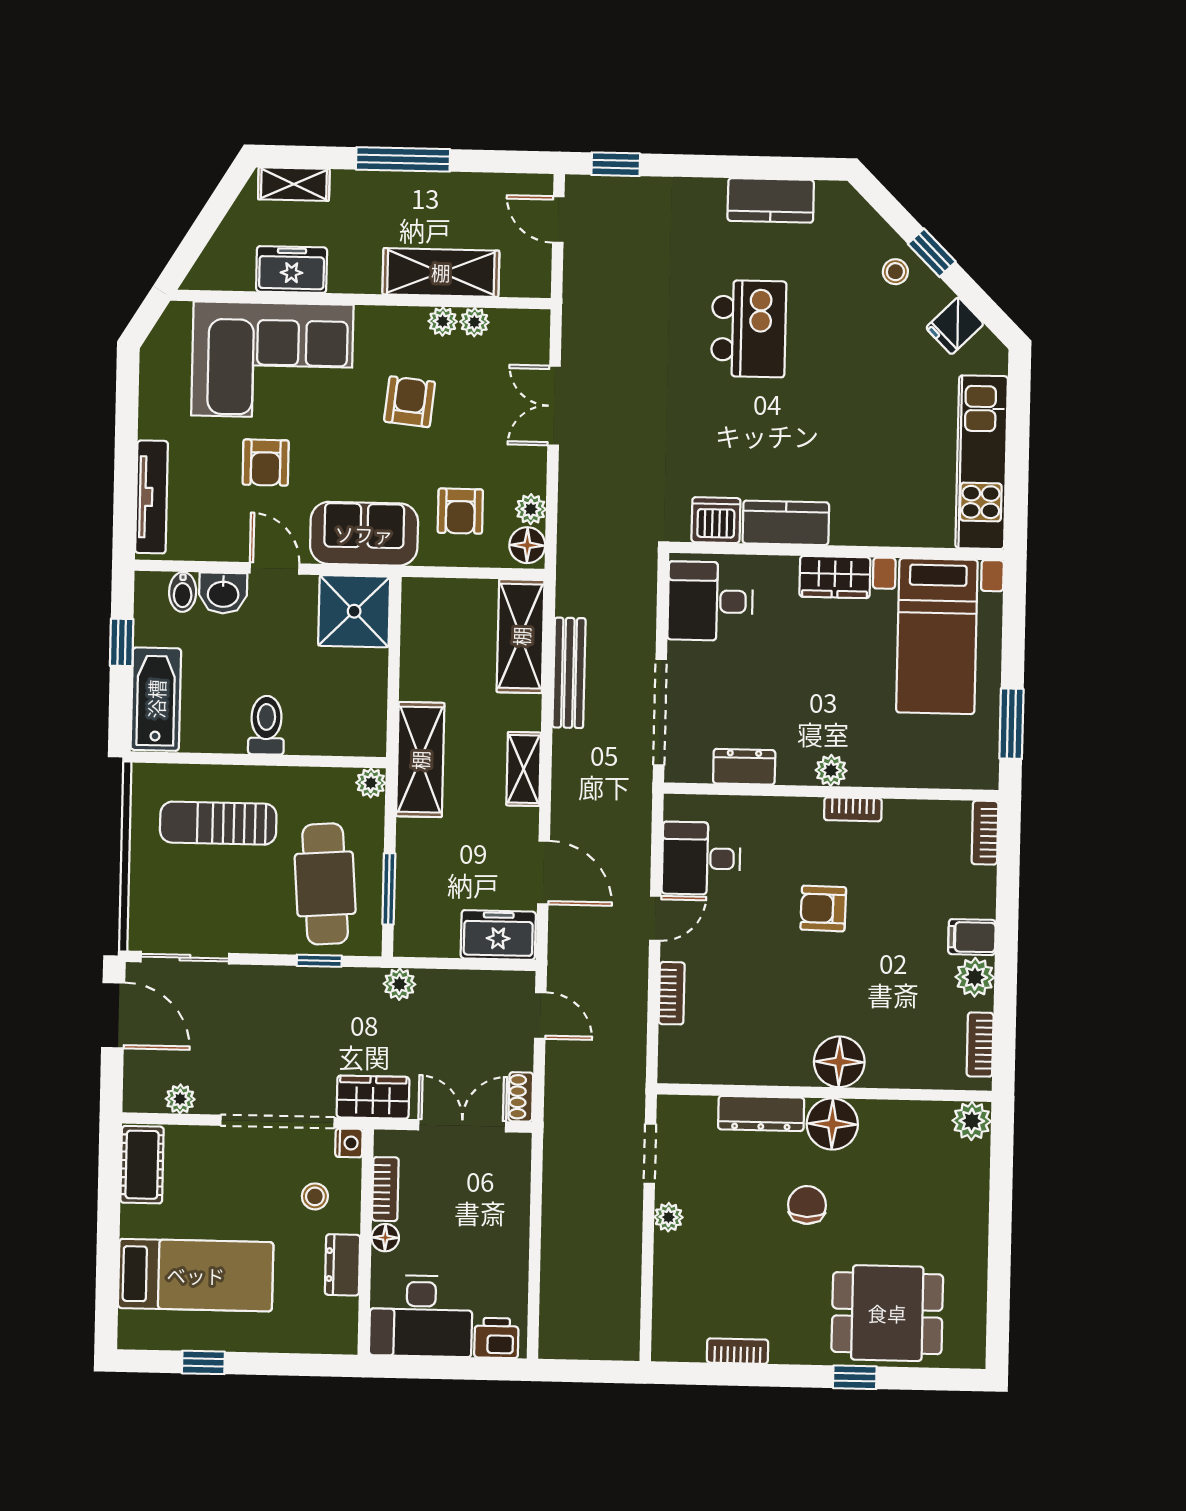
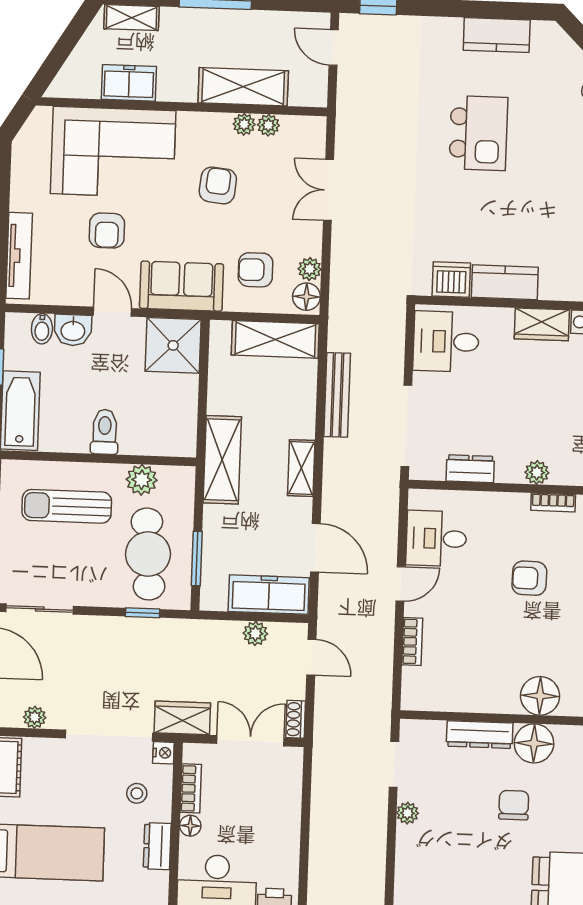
armchair: (460, 511) -> (256, 270), turned 90
shelving: (521, 636) -> (275, 339), moved, turned 90
plant: (371, 783) -> (142, 480), moved, width x1.38, depth x1.38
freezer: (498, 935) -> (269, 595), width x1.40
plant: (399, 984) -> (255, 633), moved

